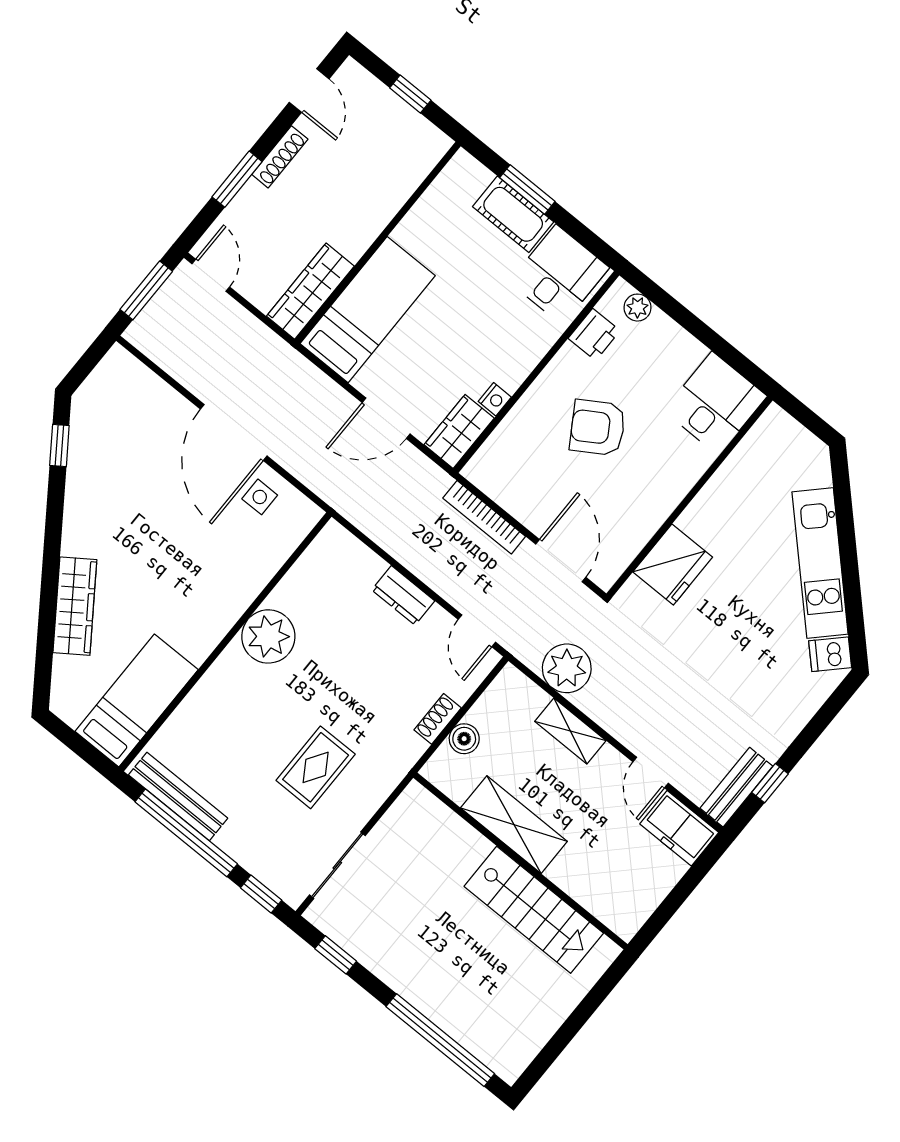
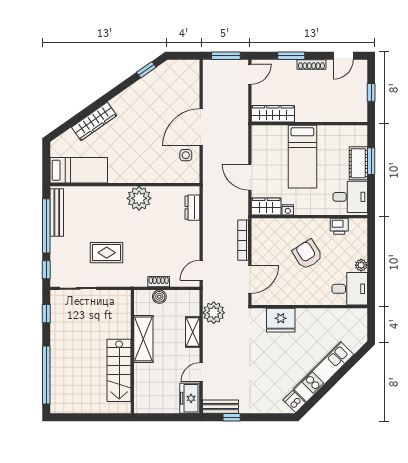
plant: (637, 308) -> (361, 265), moved
bed: (368, 310) -> (302, 157), moved, turned 90
dresser: (403, 595) -> (192, 208), moved

